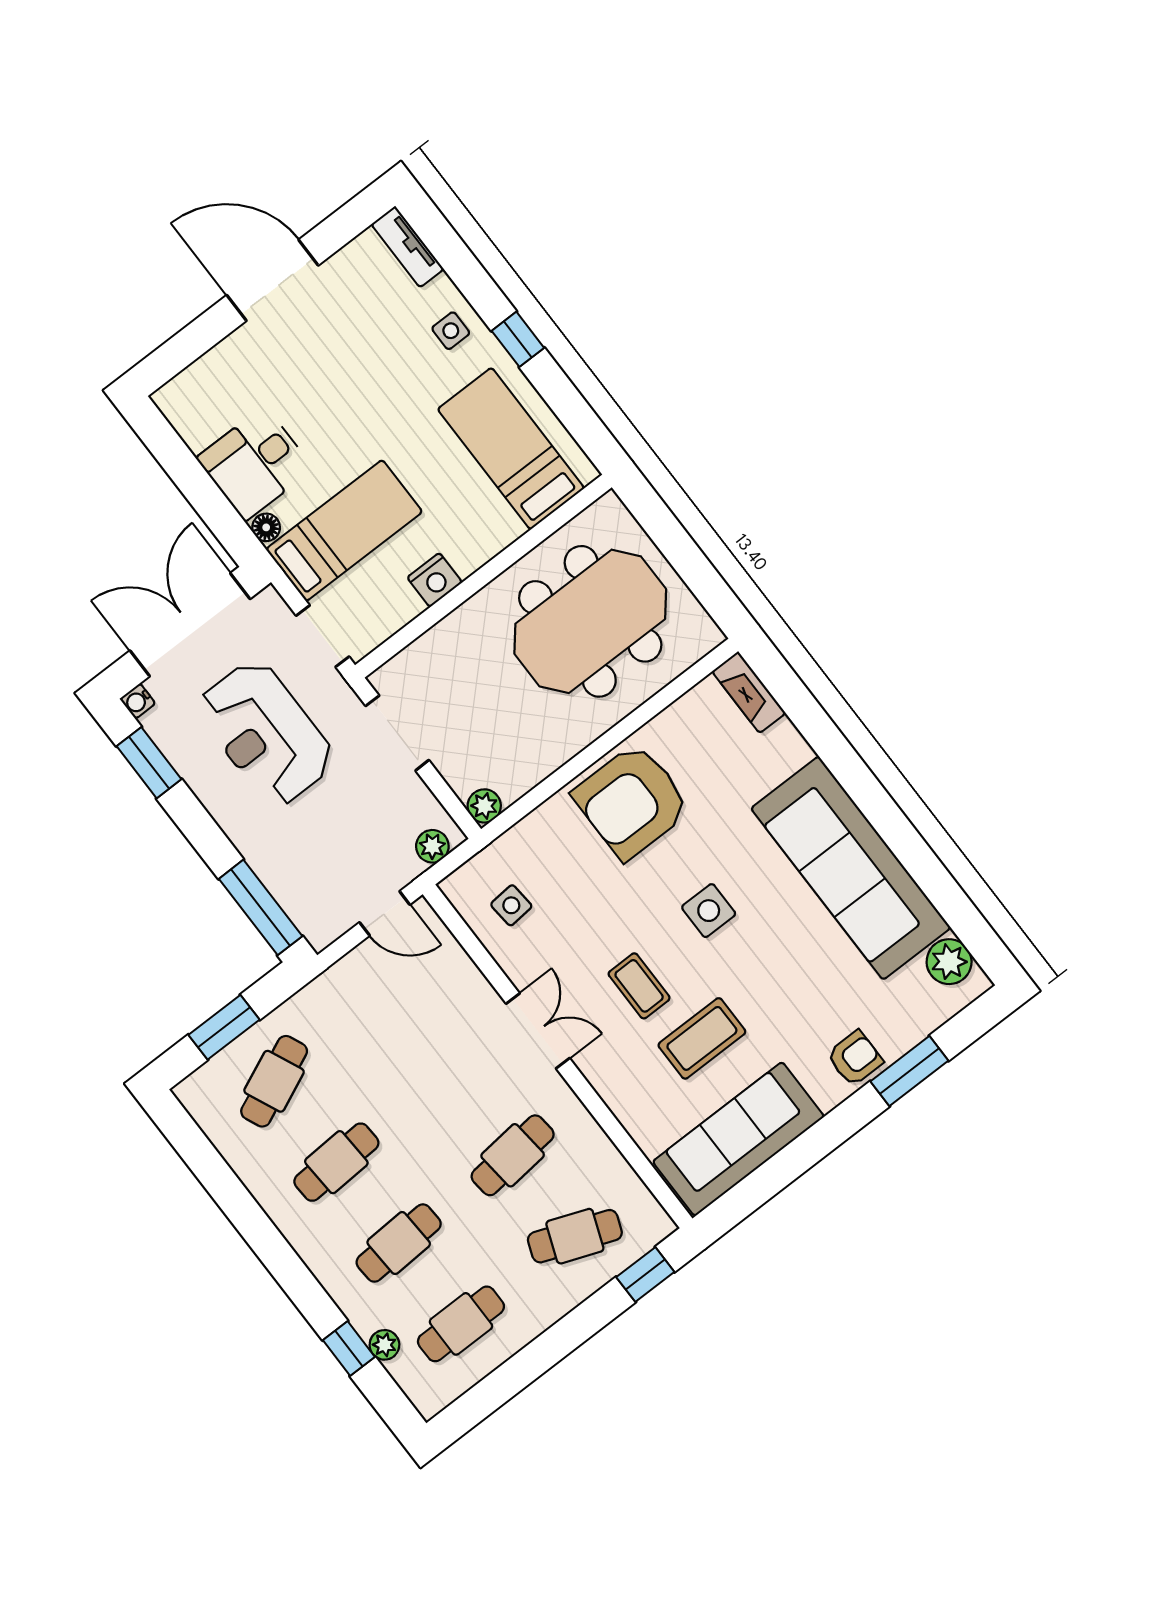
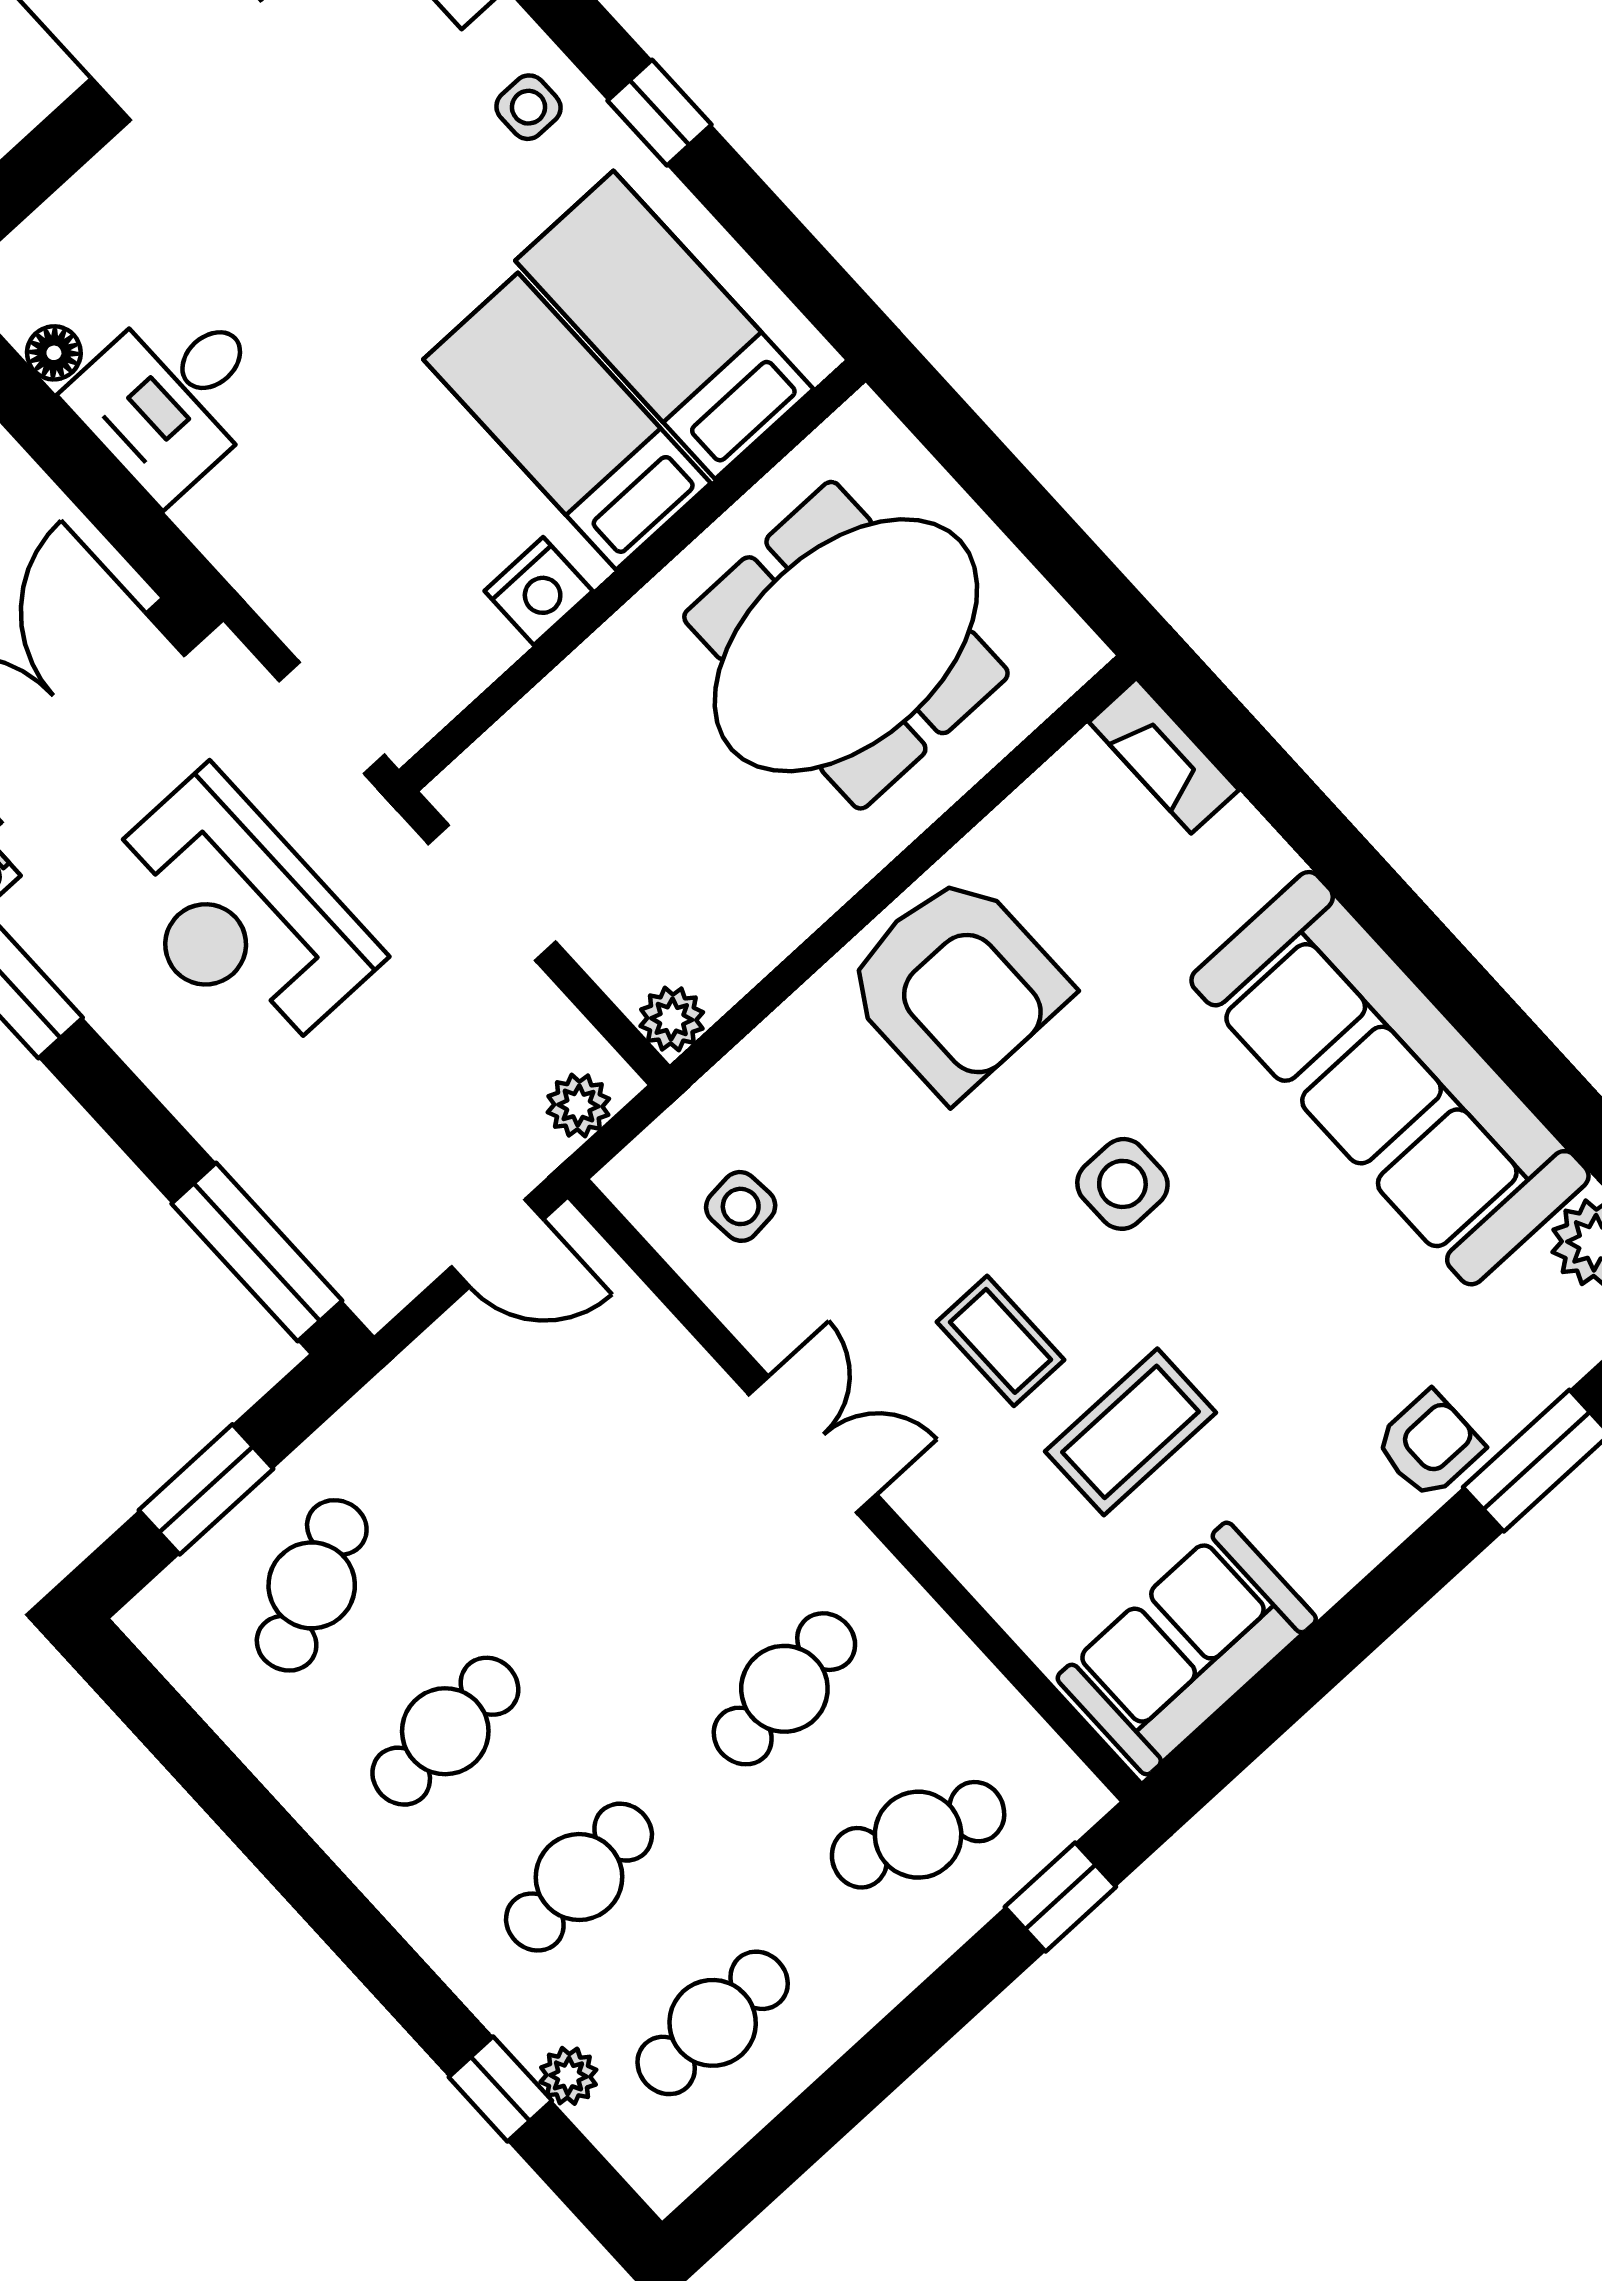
floor lamp: (266, 527) -> (54, 353), moved
bed: (344, 531) -> (567, 421), moved, turned -90
armchair: (632, 801) -> (956, 986), turned -90
sofa: (738, 1139) -> (1187, 1648), width x0.73

